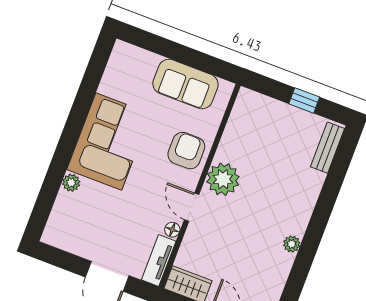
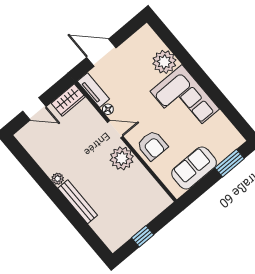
window: (155, 44) -> (230, 163), added
bench: (328, 148) -> (78, 202), moved, width x1.36
plant: (71, 183) -> (164, 62), width x1.88, depth x1.88

